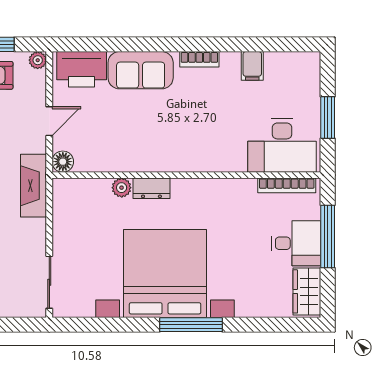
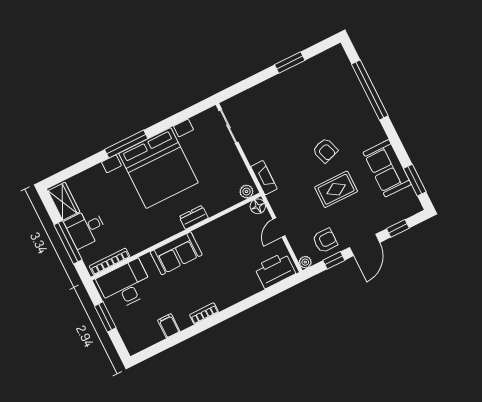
sofa: (141, 70) -> (176, 253), moved, turned 180
fireplace: (34, 186) -> (264, 178), width x0.73, depth x0.76
plant: (122, 188) -> (246, 192), moved

